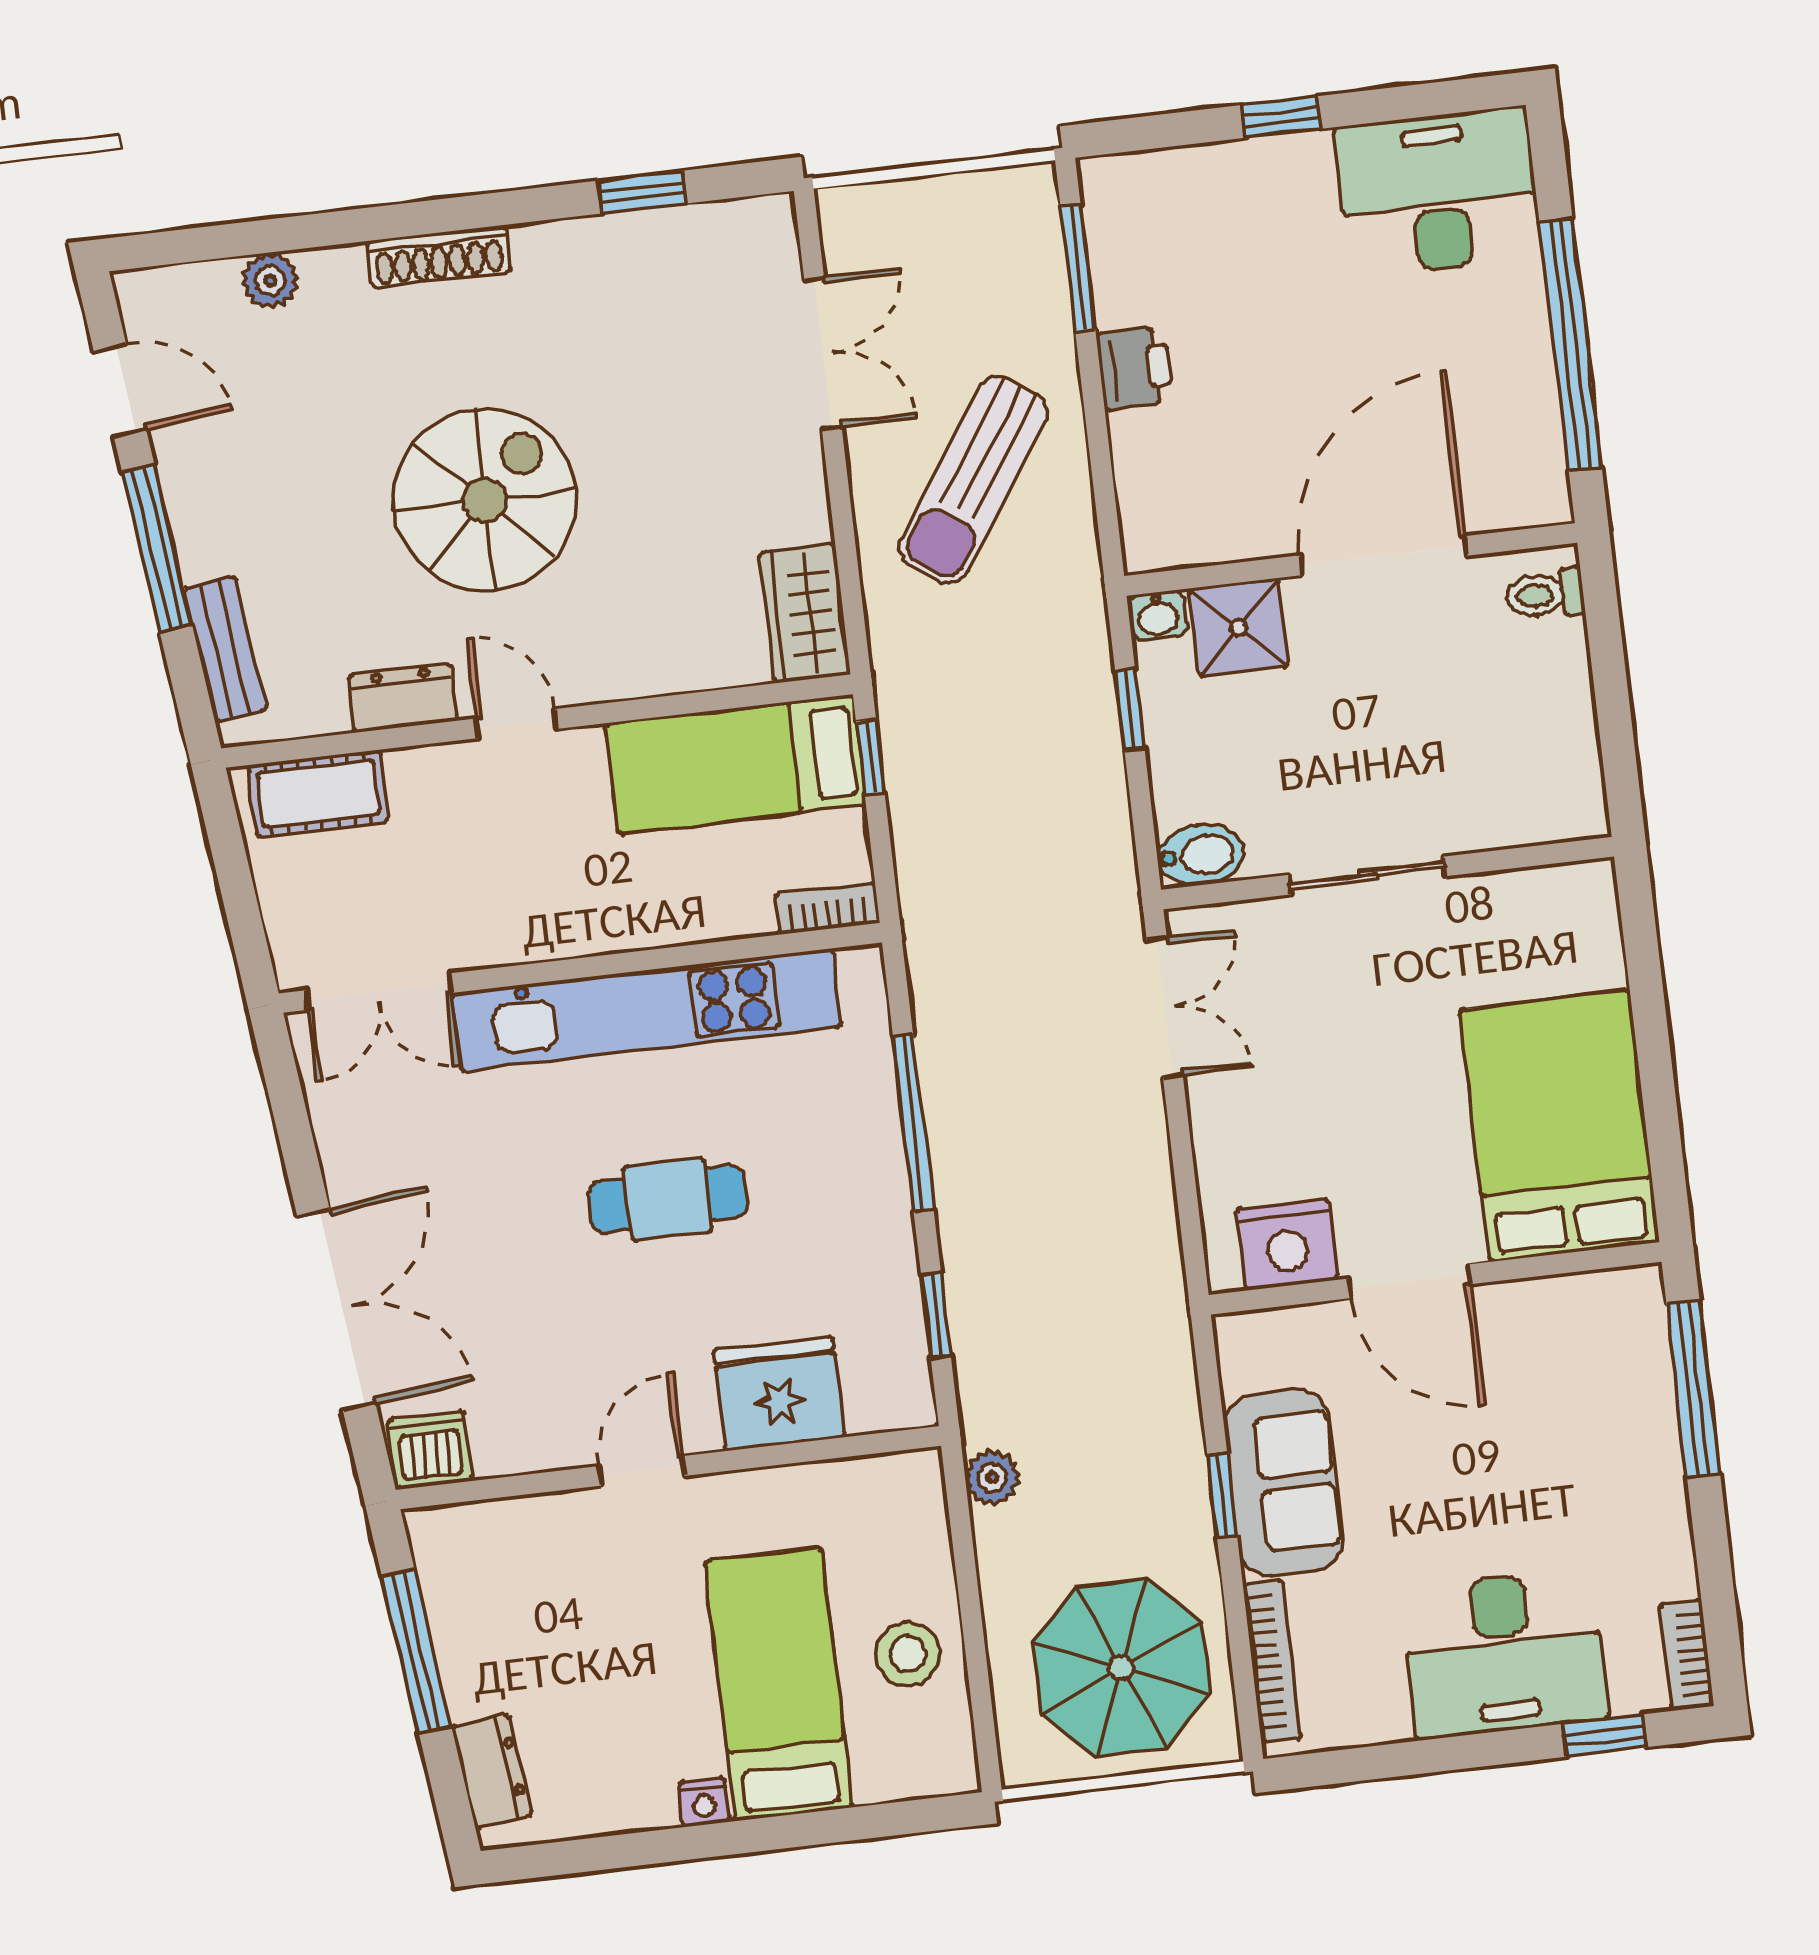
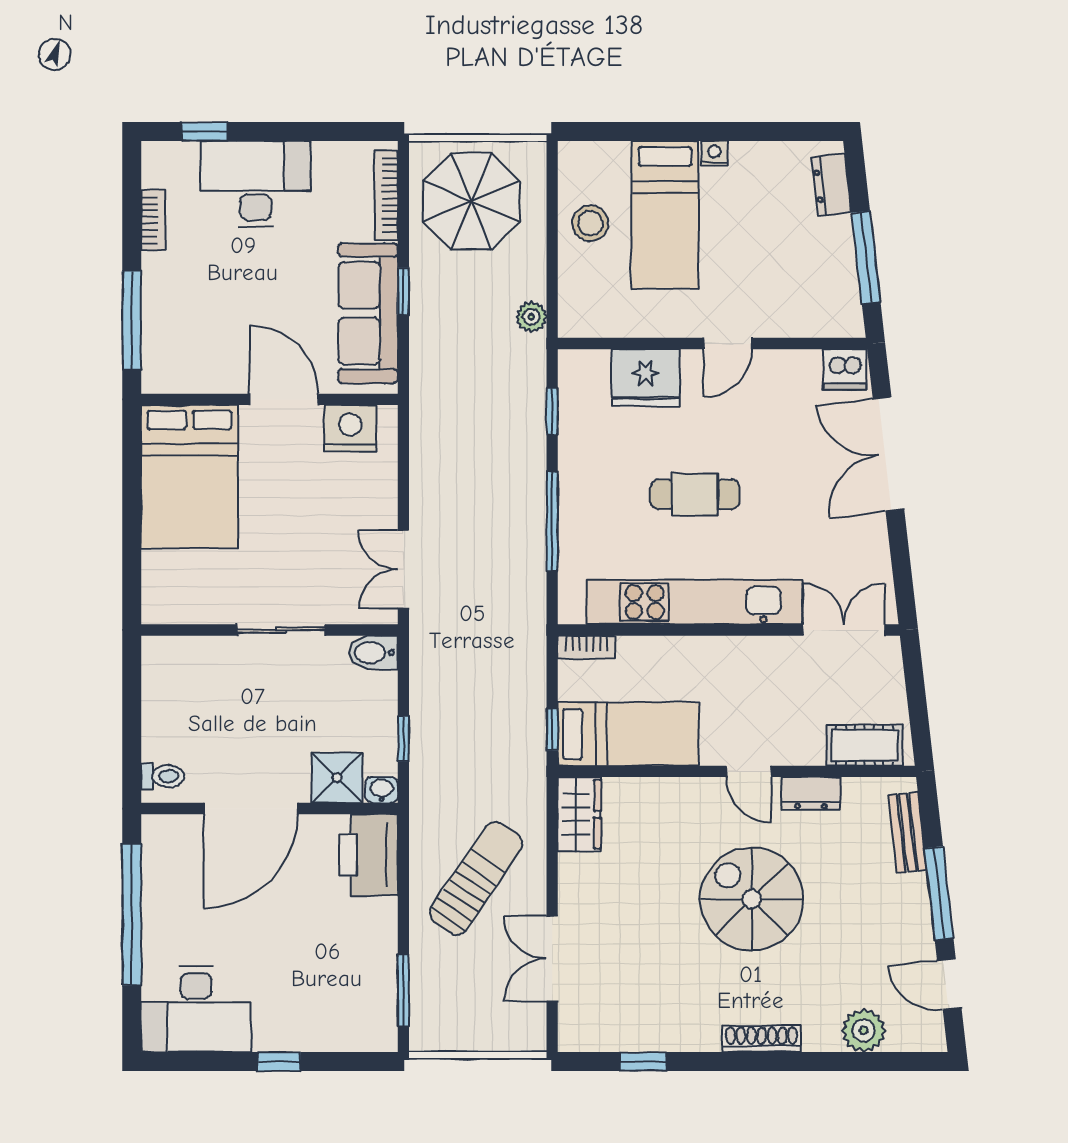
plant: (270, 280) -> (864, 1031), width x1.38, depth x1.38
printer: (1135, 368) -> (368, 855), moved, width x1.87, depth x1.48
spiral stairs: (485, 500) -> (752, 899), turned 90
sofa: (1283, 1483) -> (368, 313), width x1.36
bookcase: (1686, 1655) -> (153, 220), moved

